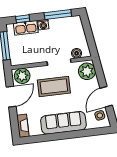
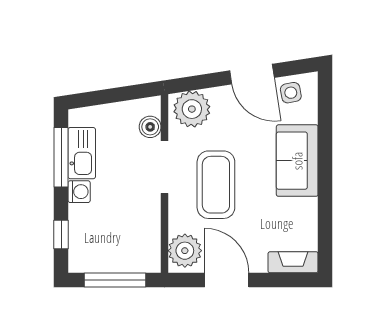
kitchen sink: (26, 28) -> (82, 153), moved
sofa: (63, 123) -> (297, 161), width x0.73

